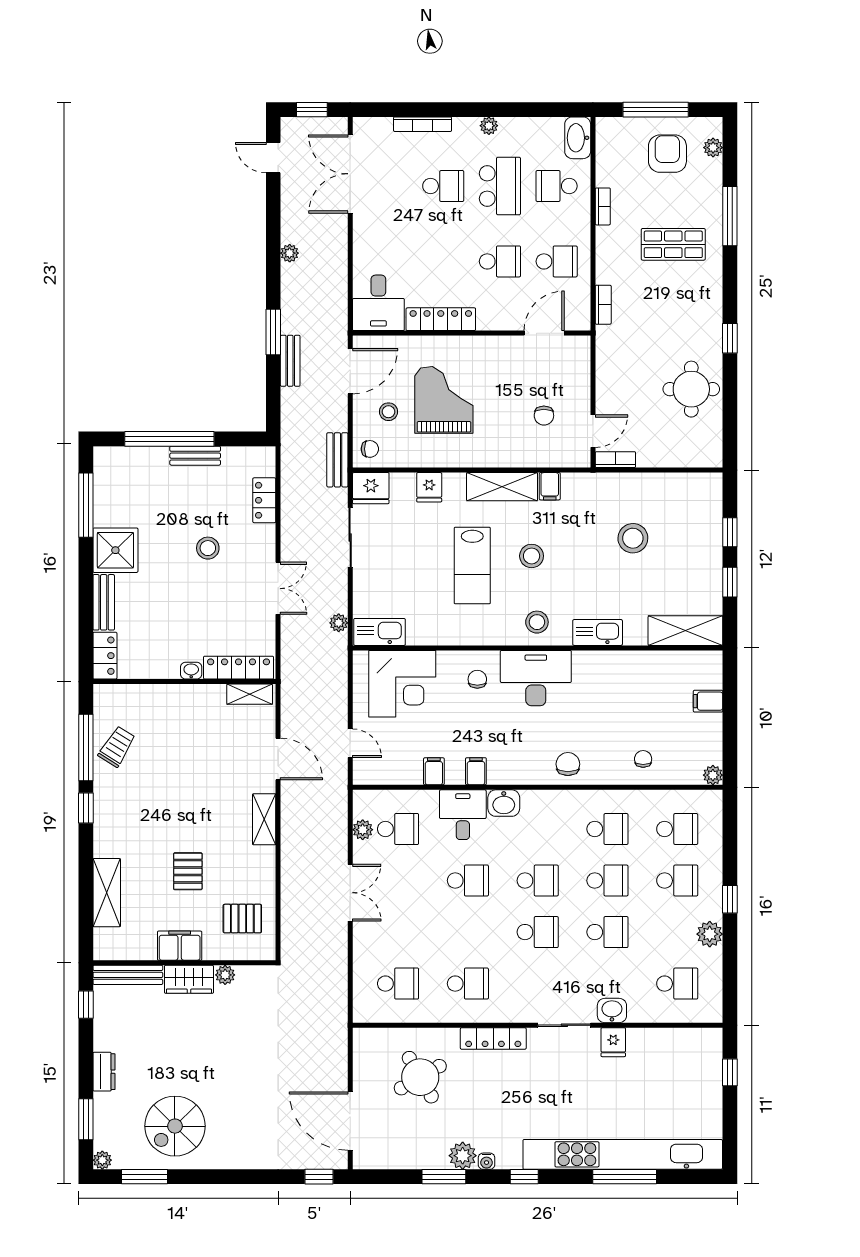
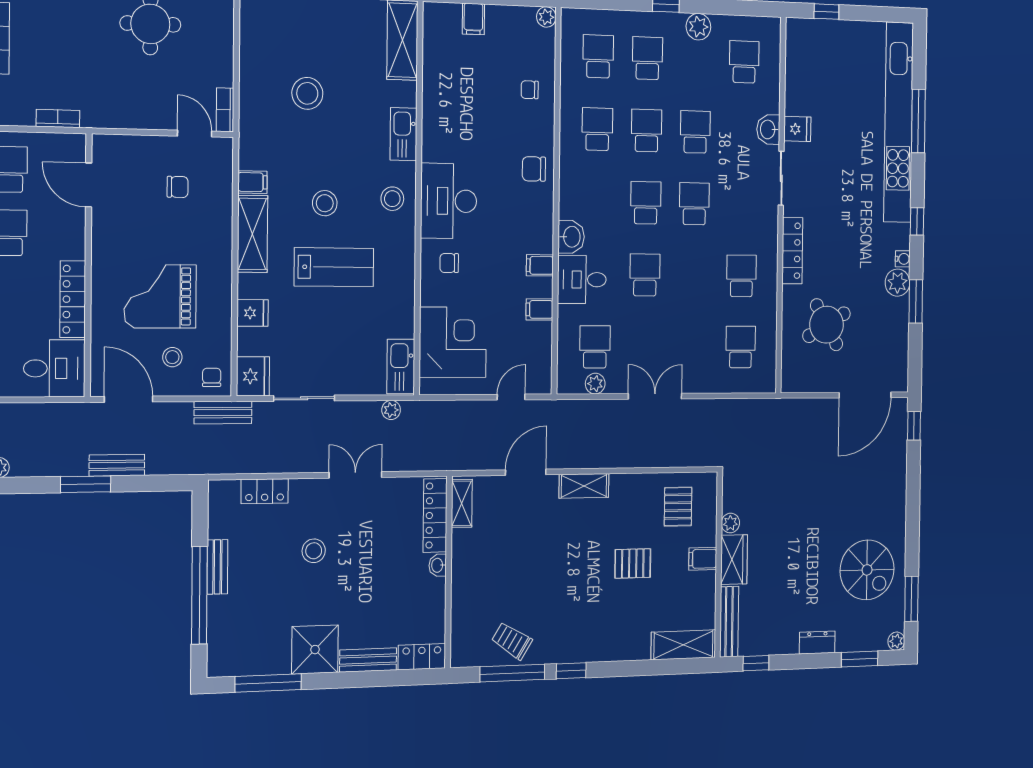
shelving: (107, 893) -> (683, 645), moved
filing cabinet: (180, 946) -> (703, 559), width x0.50

